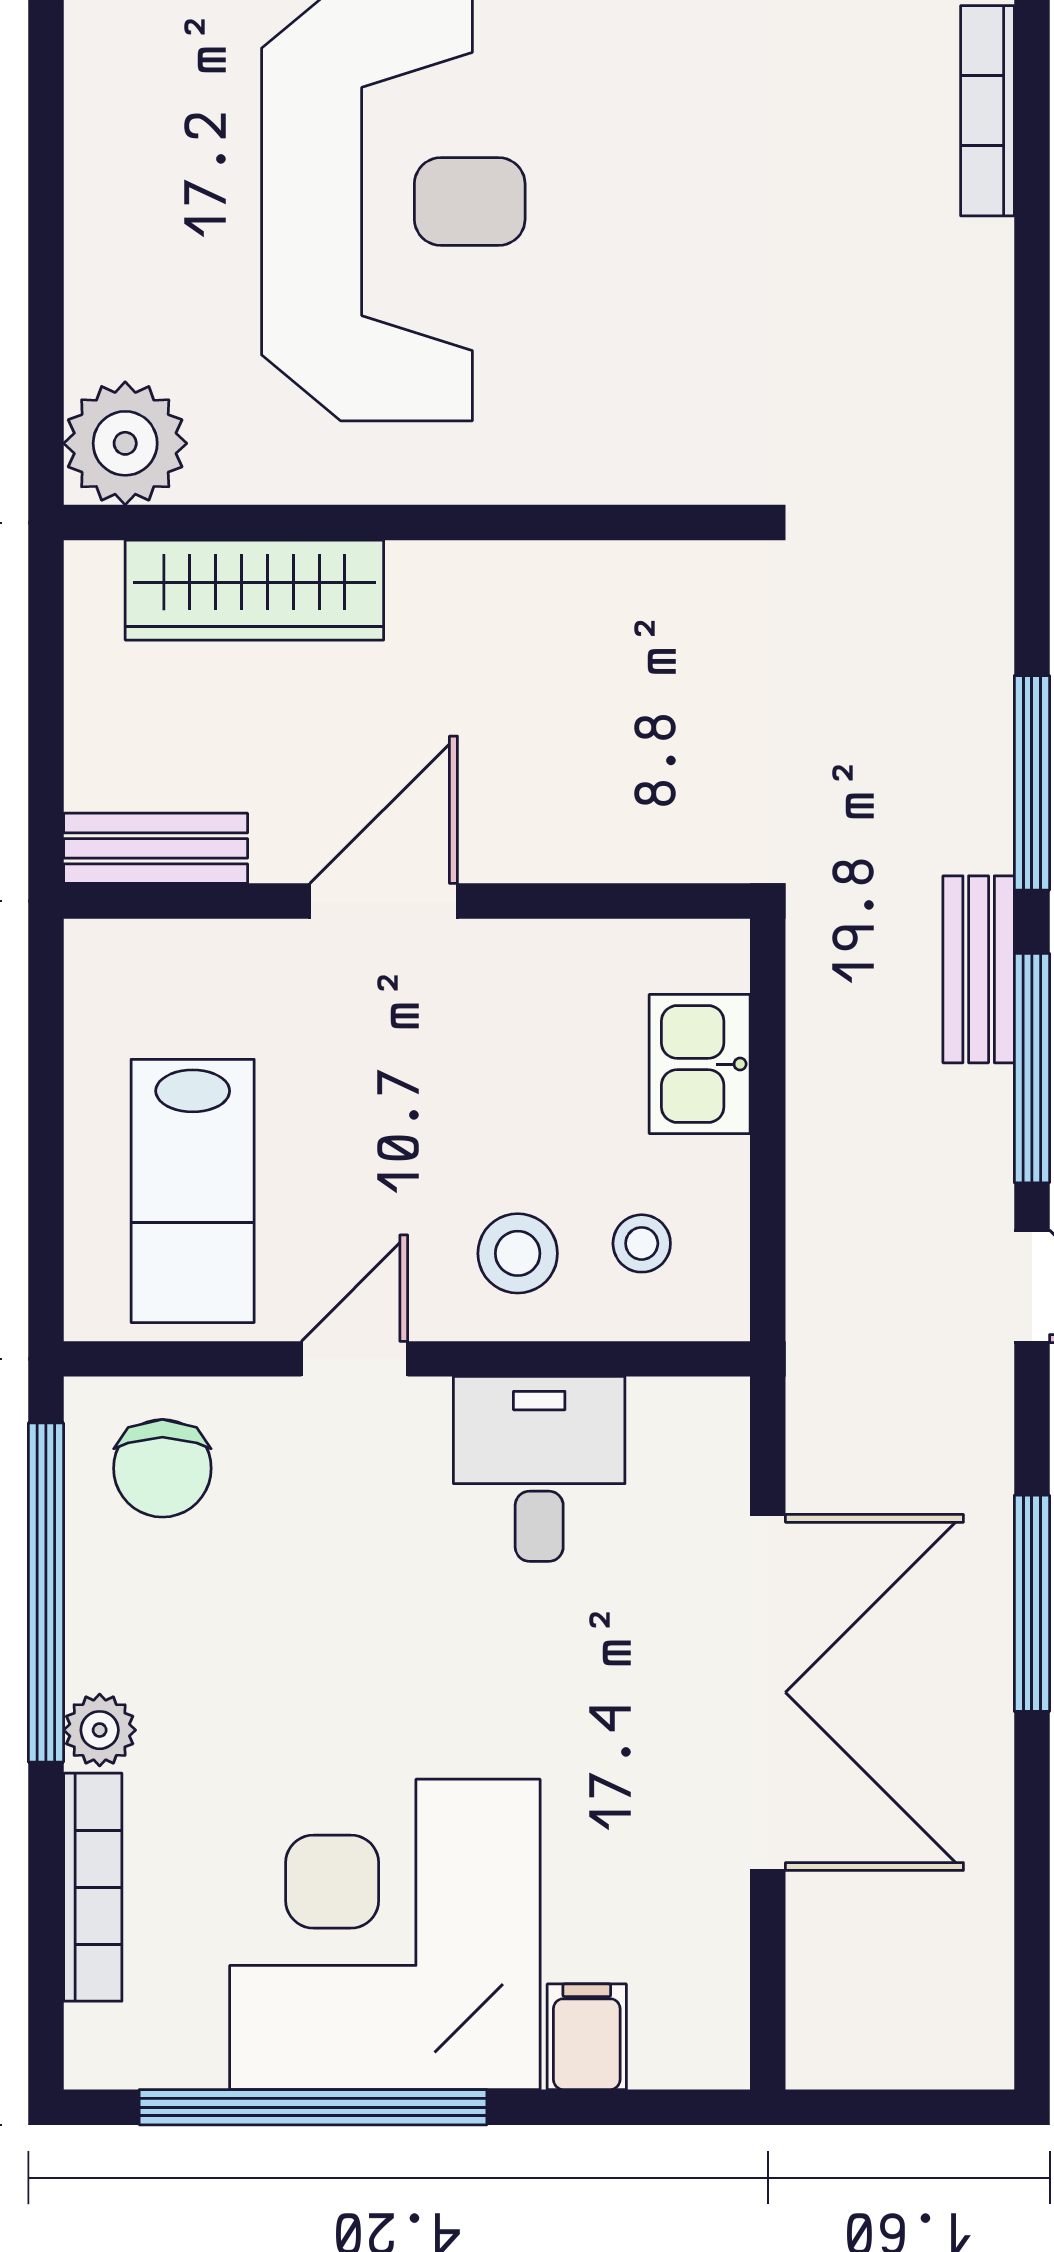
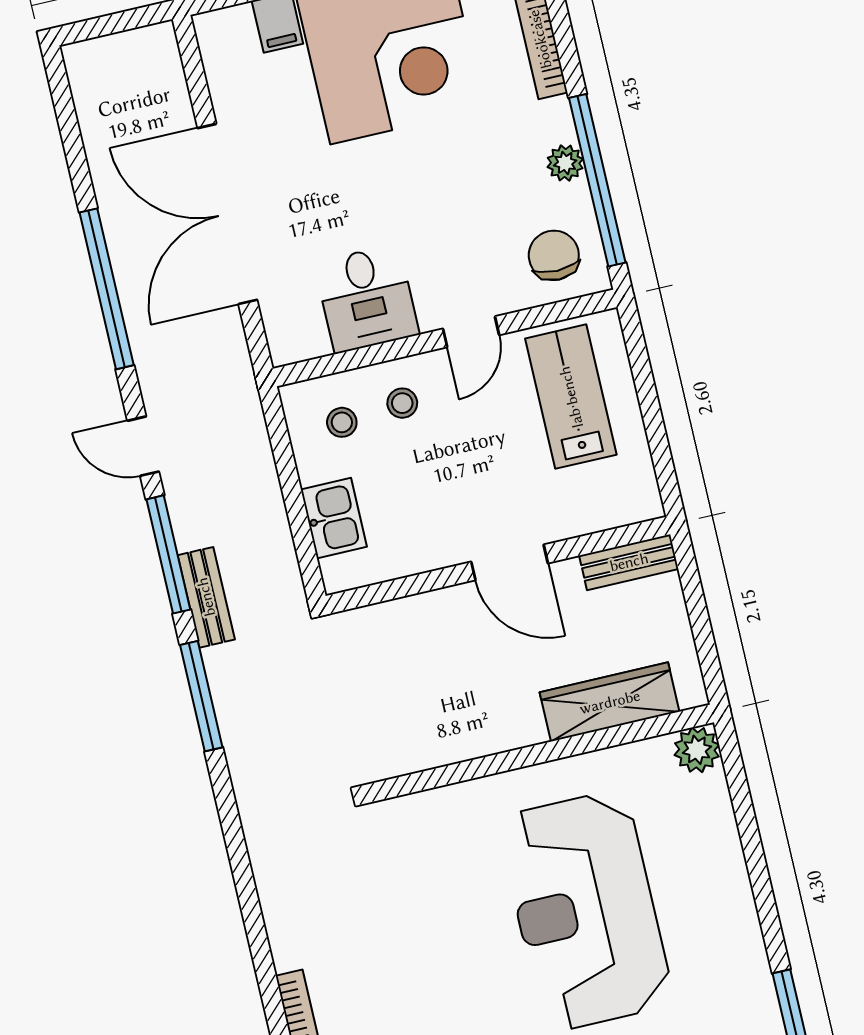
plant: (125, 443) -> (697, 750), width x0.73, depth x0.73
door: (384, 901) -> (509, 562), hinge flipped
stool: (518, 1253) -> (402, 403), width x0.73, depth x0.73
window: (1032, 1603) -> (107, 289), width x1.46
plant: (100, 1730) -> (565, 163), moved

